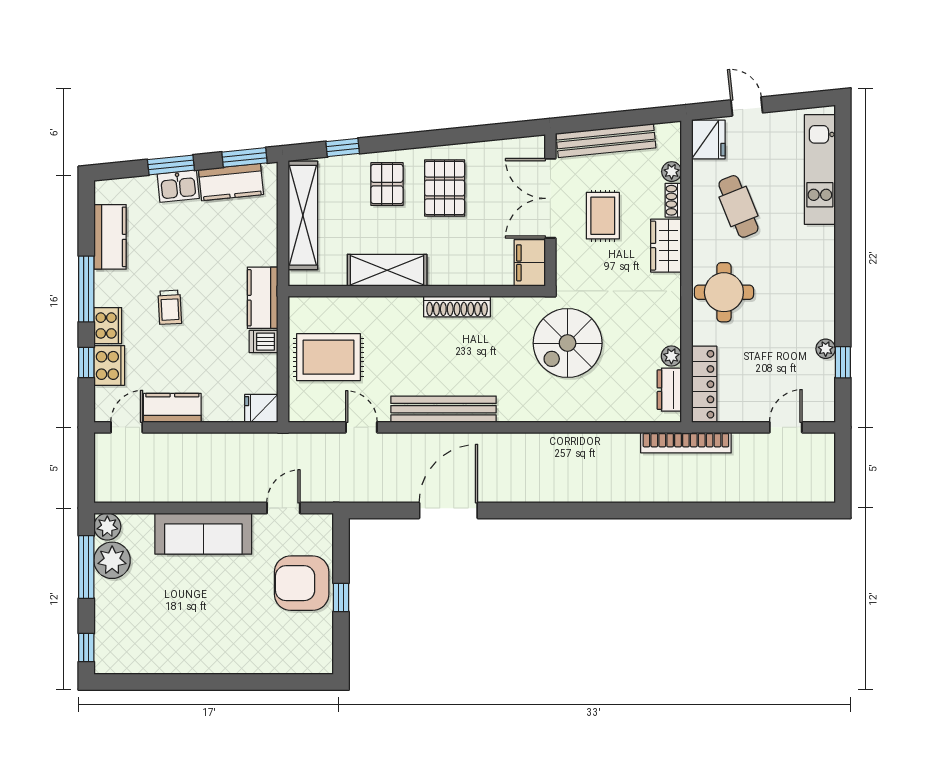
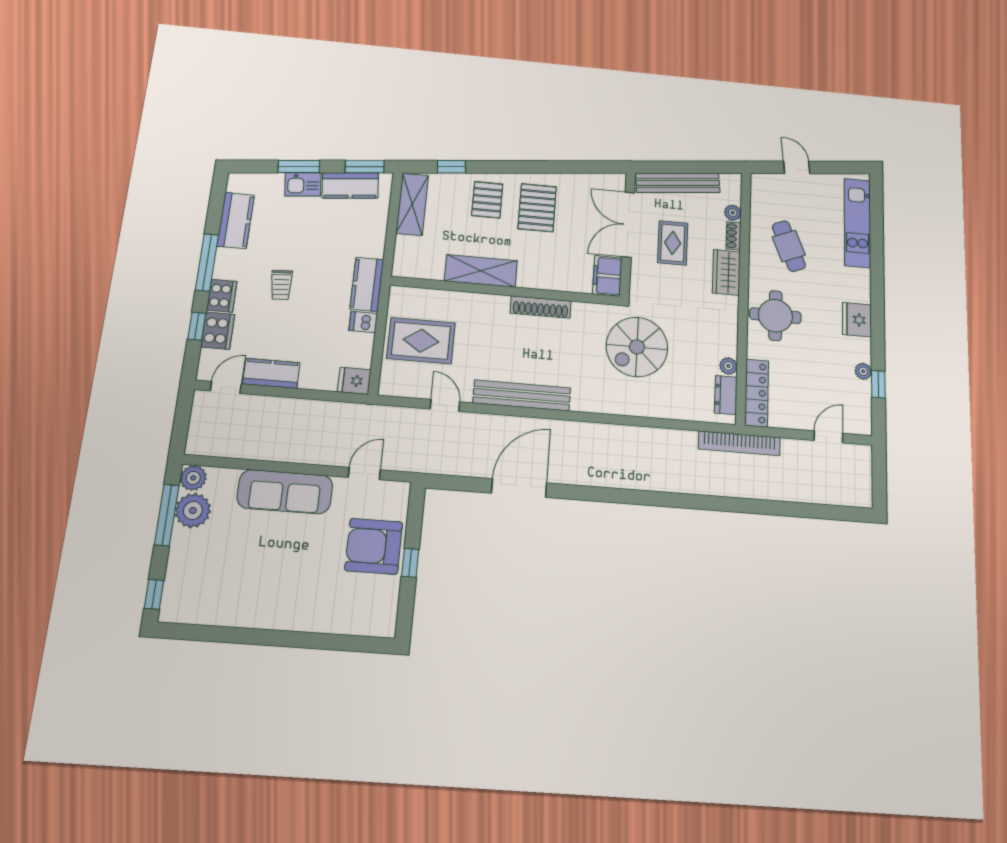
fridge: (708, 140) -> (857, 320), moved, turned 180
shelving: (303, 215) -> (412, 204), width x0.68

